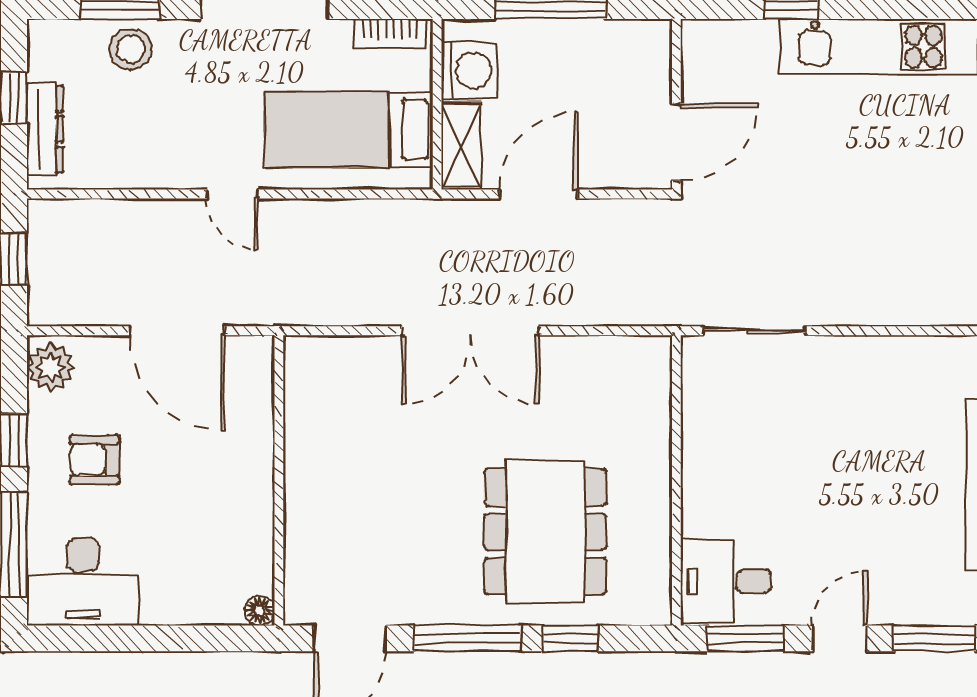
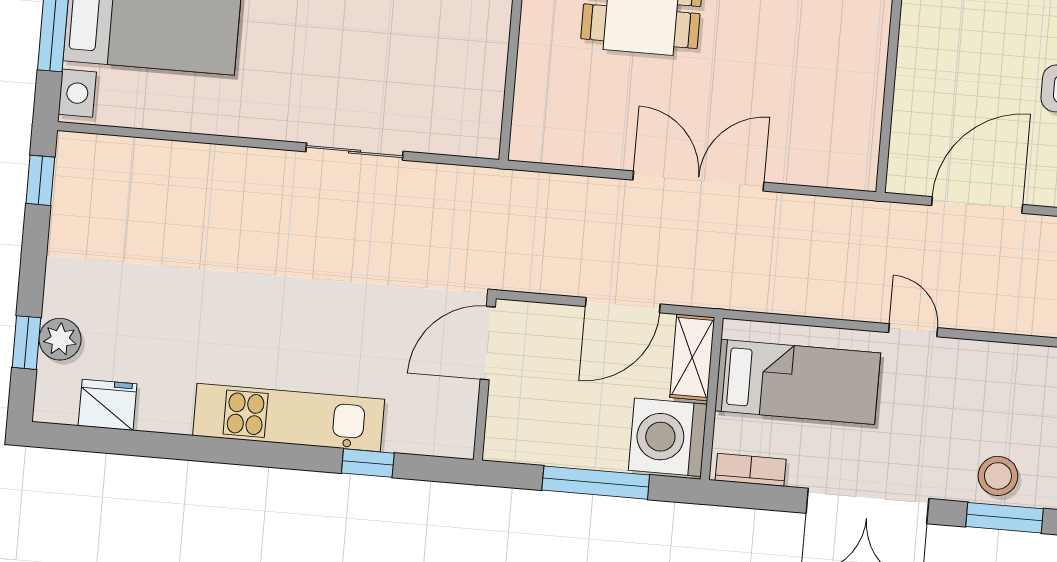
washing machine: (469, 70) -> (668, 437), width x1.37, depth x1.37
door: (177, 331) -> (977, 205), hinge flipped
sliding door: (754, 331) -> (355, 152), moved

